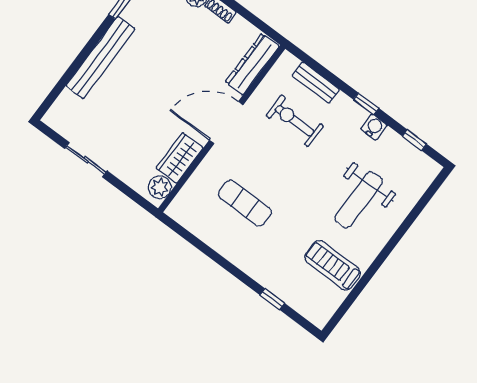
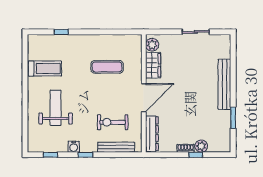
bench: (316, 83) -> (116, 147), width x1.36
exercise bike: (295, 121) -> (113, 122), turned 180

